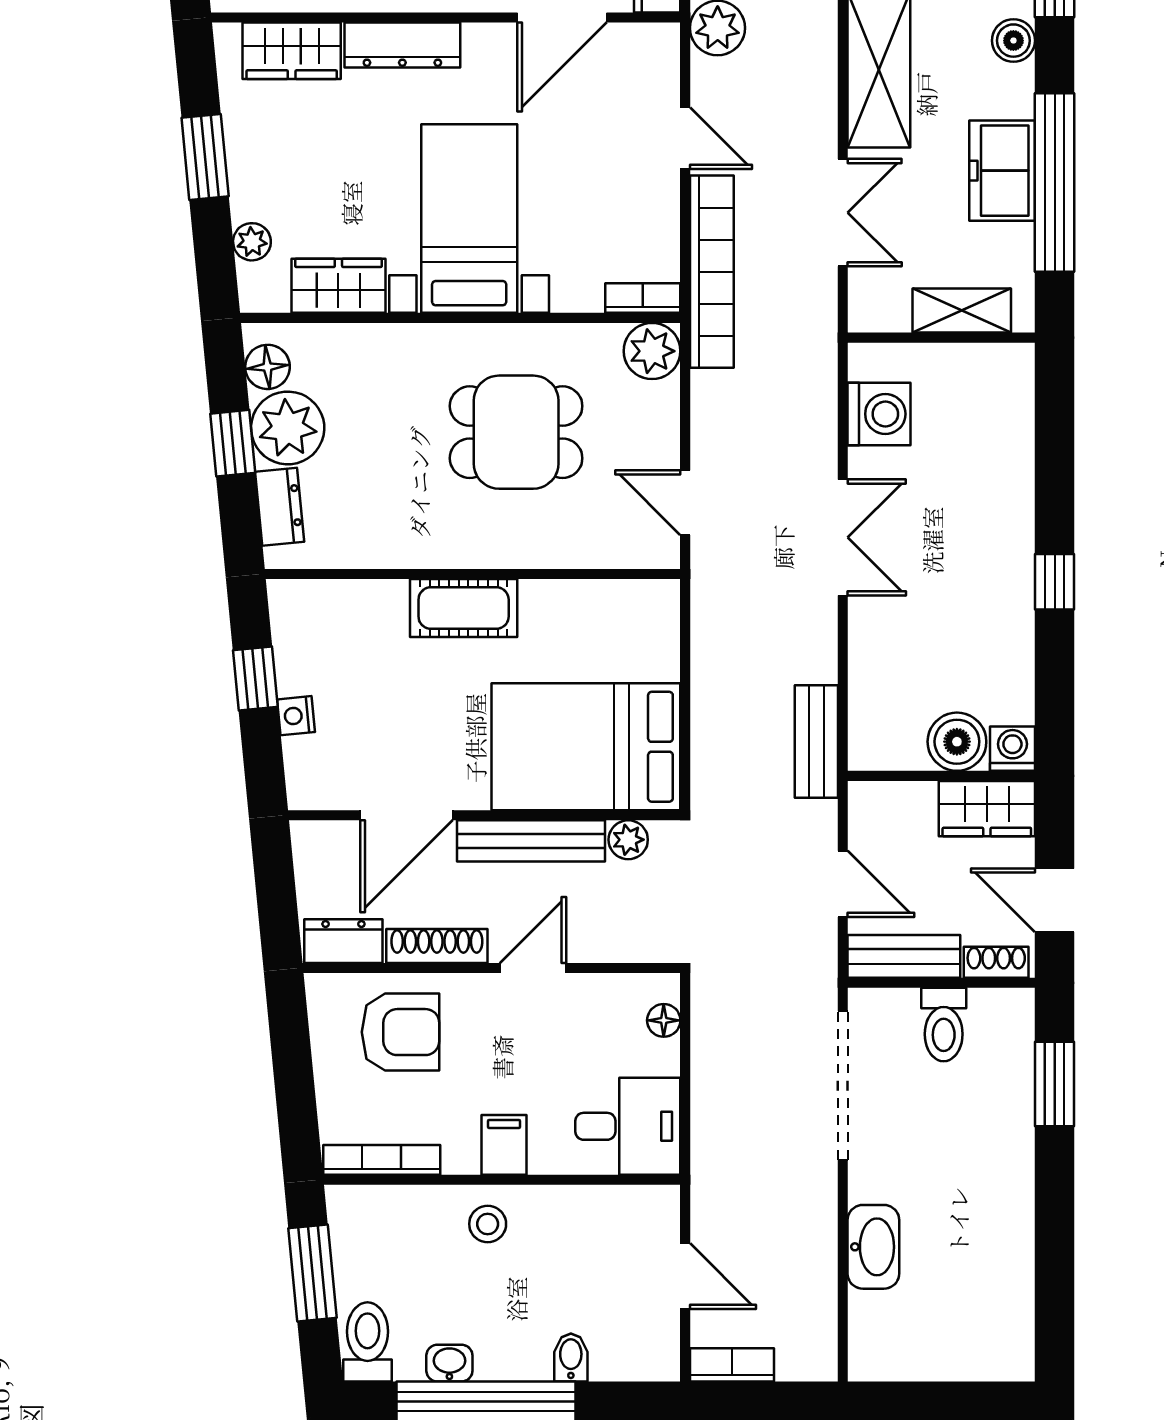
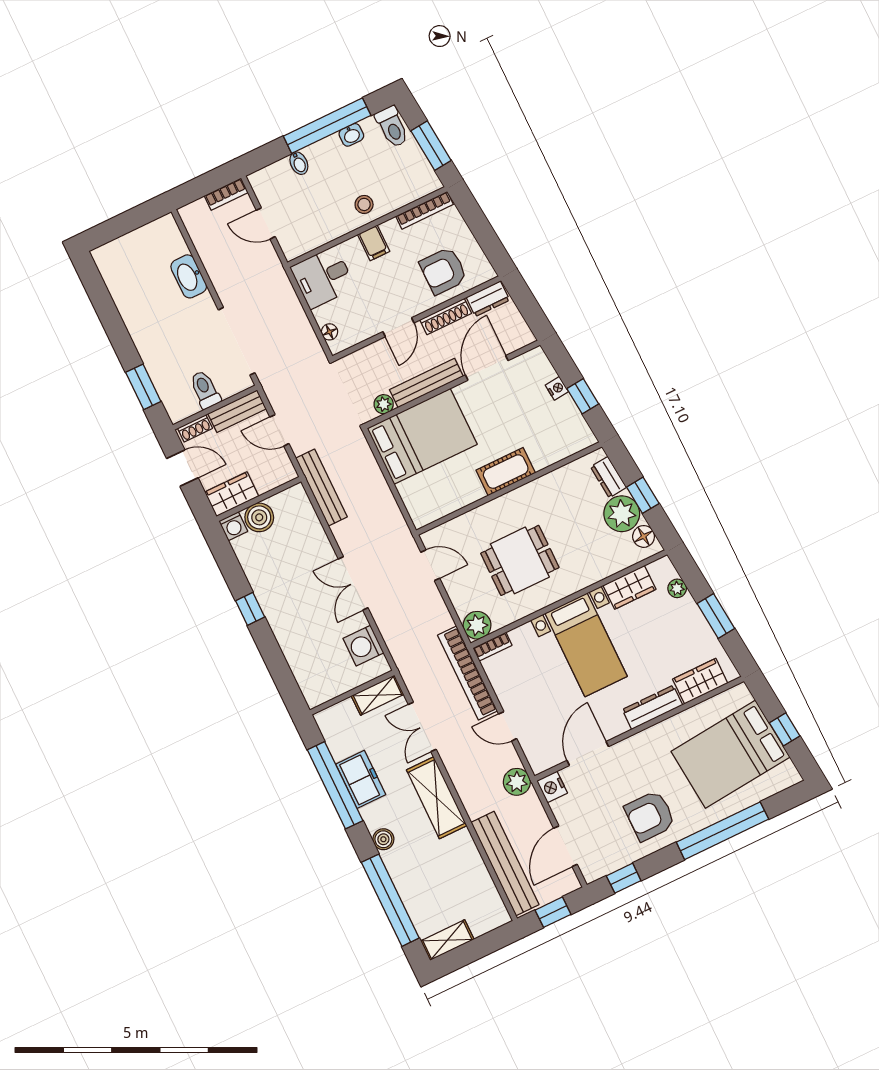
shelving: (962, 311) -> (378, 695), moved
bench: (816, 742) -> (321, 488), width x1.36

